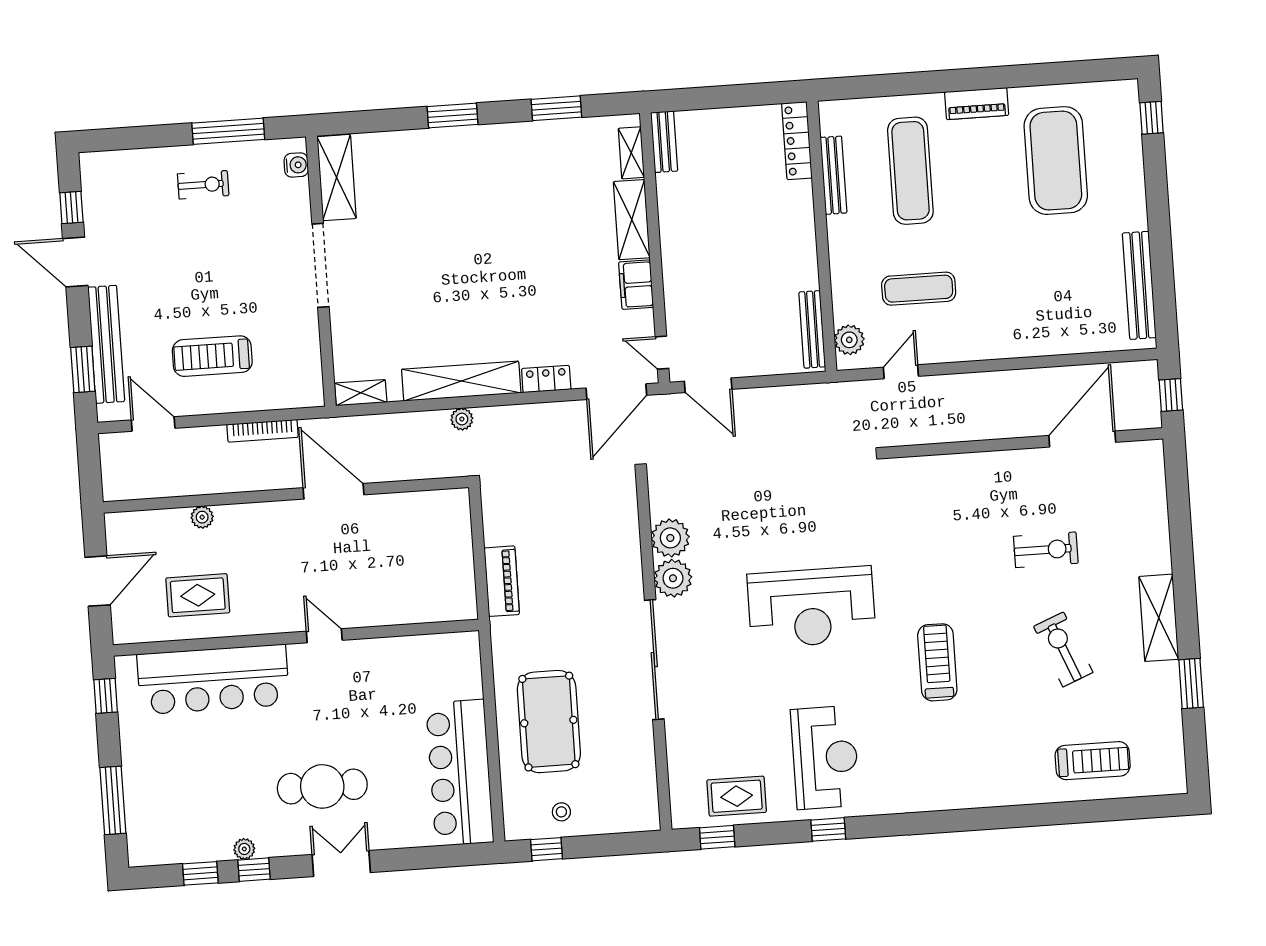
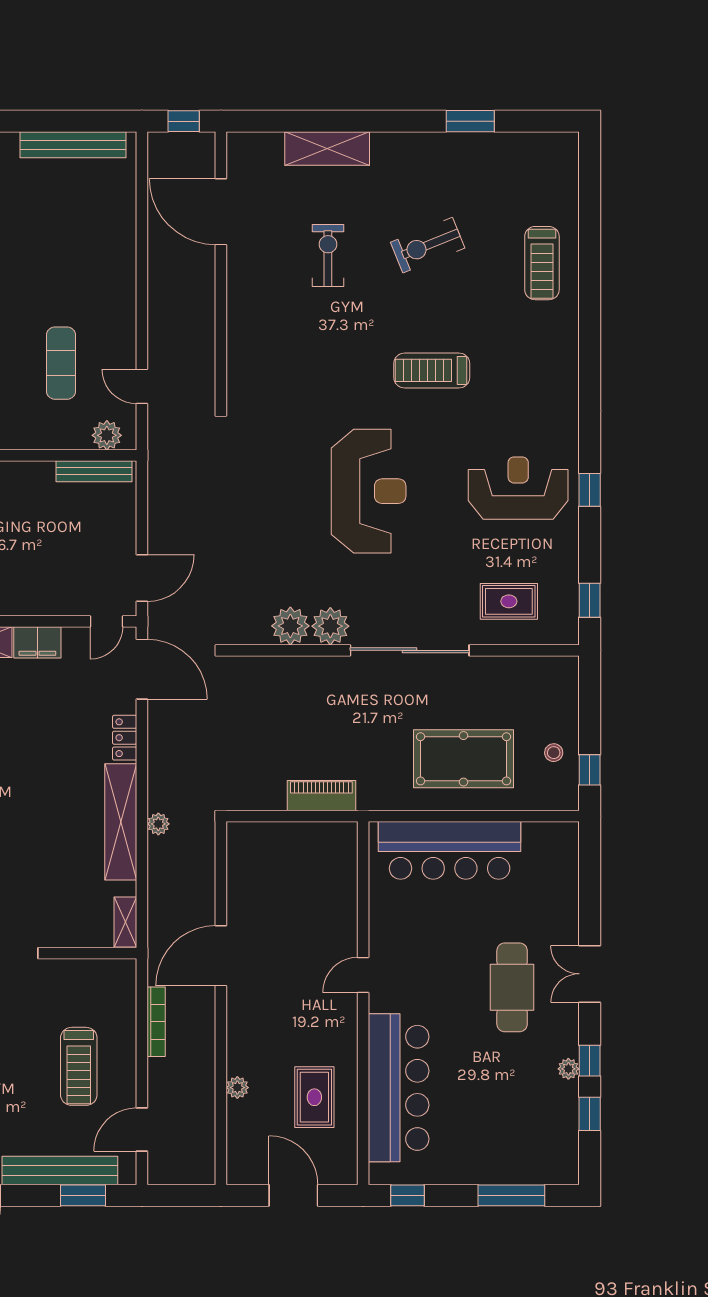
shelving: (1159, 618) -> (327, 148), moved
treadmill: (1093, 761) -> (542, 263), moved, turned 180
bar counter: (460, 773) -> (450, 850), moved
rug: (737, 796) -> (509, 601), moved, turned 90

